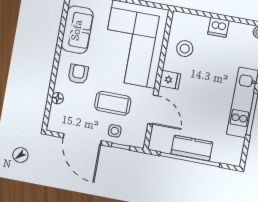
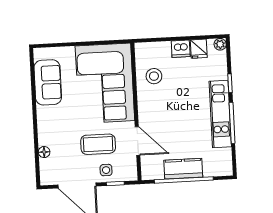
armchair: (78, 74) -> (59, 124), removed
fridge: (170, 80) -> (199, 49), moved, turned 90

